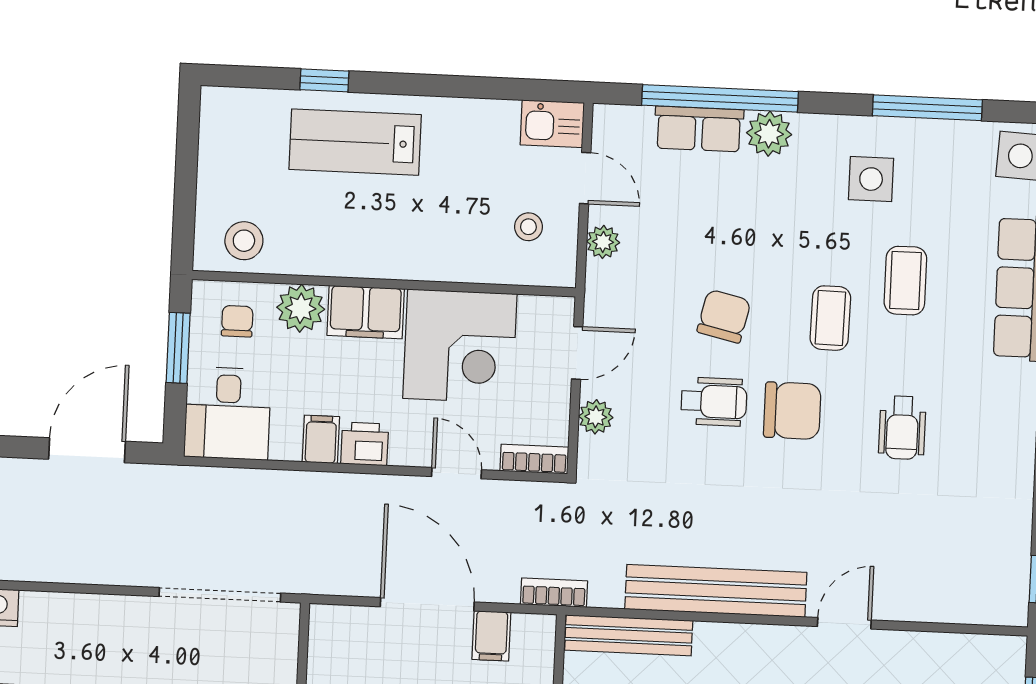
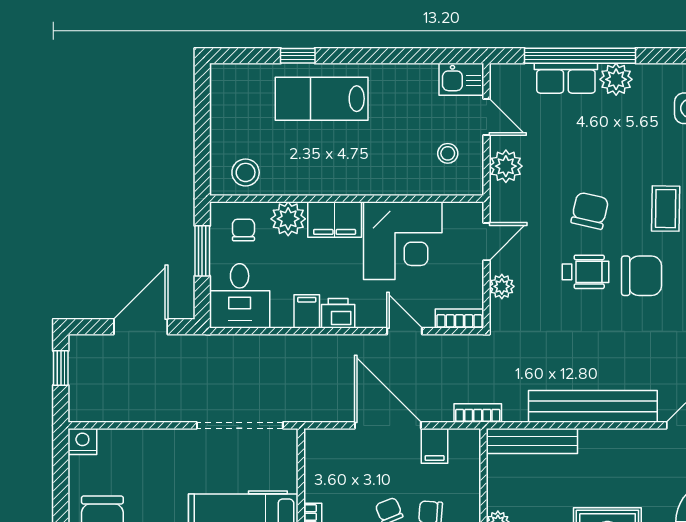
plant: (603, 242) -> (506, 166), width x1.38, depth x1.38

